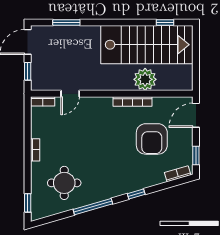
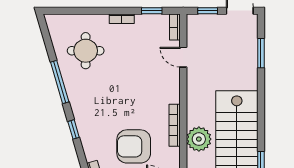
window: (28, 203) -> (152, 11), moved

